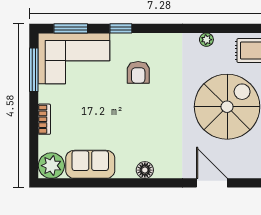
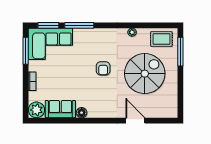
window: (121, 28) -> (79, 25), width x2.17
armchair: (138, 72) -> (103, 68), moved
floor lamp: (145, 170) -> (82, 113), moved

